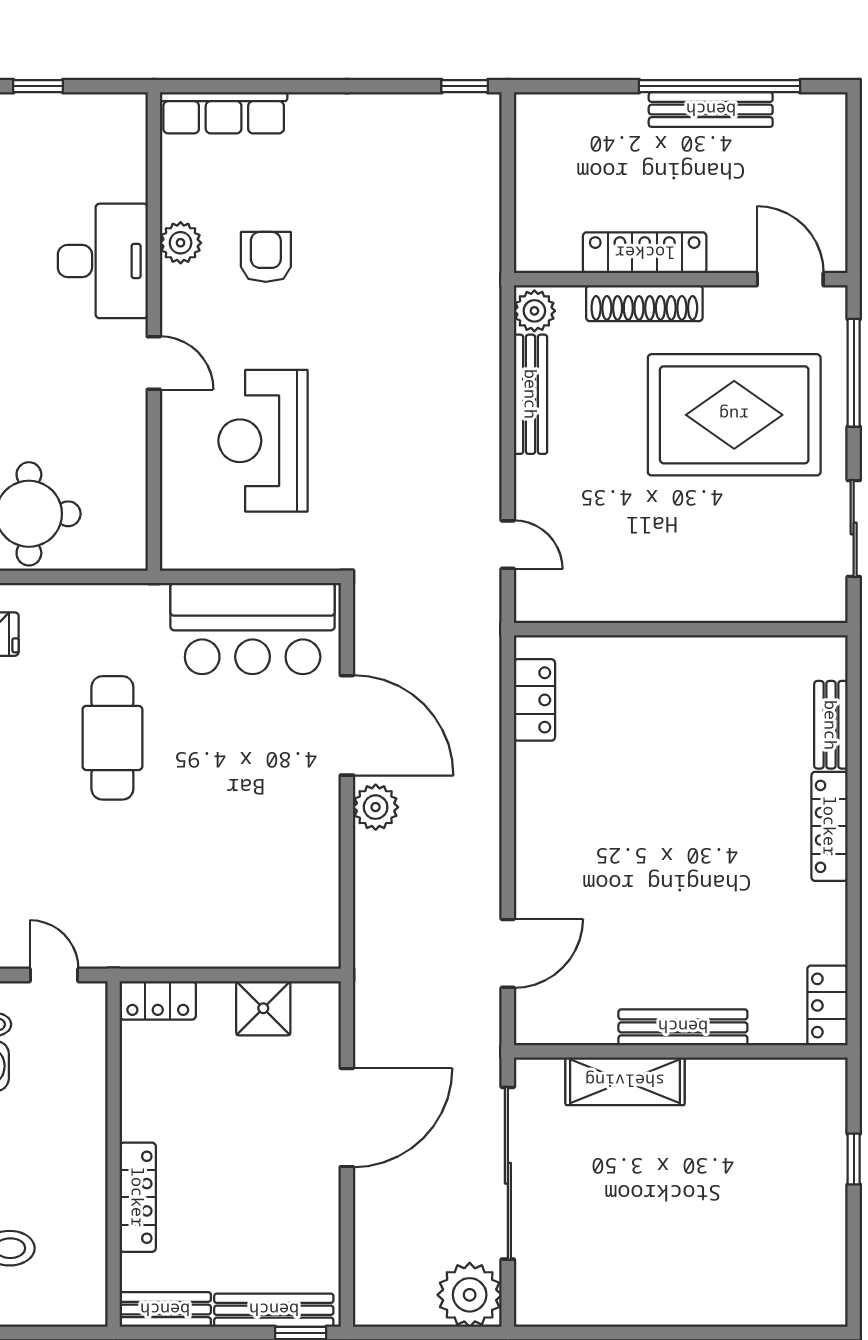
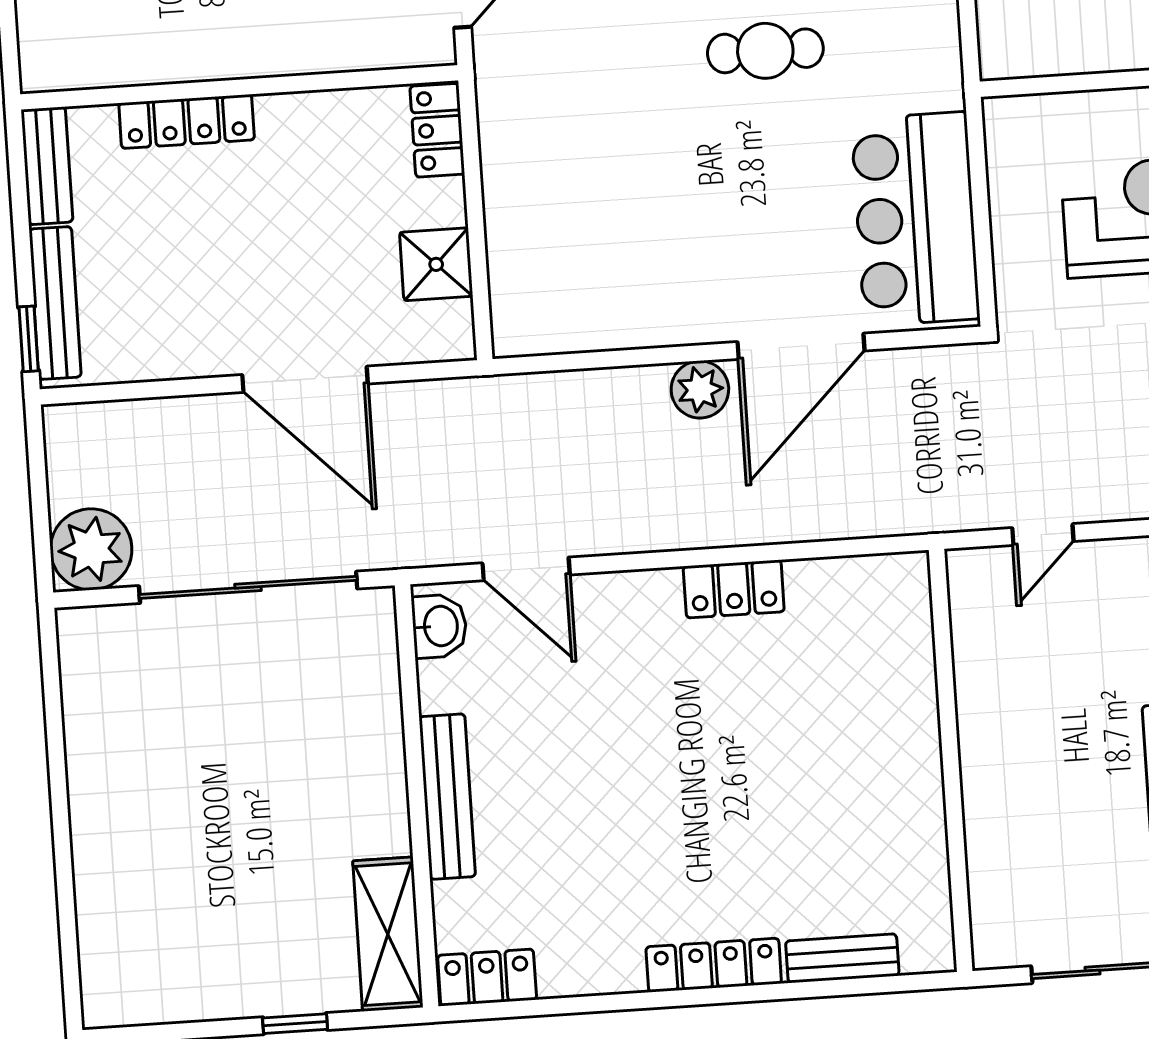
locker: (534, 700) -> (734, 589), moved
cafe table: (112, 738) -> (765, 51), width x0.73, depth x0.74
washbasin: (548, 1025) -> (439, 626), added
shelving: (625, 1081) -> (388, 934), moved

